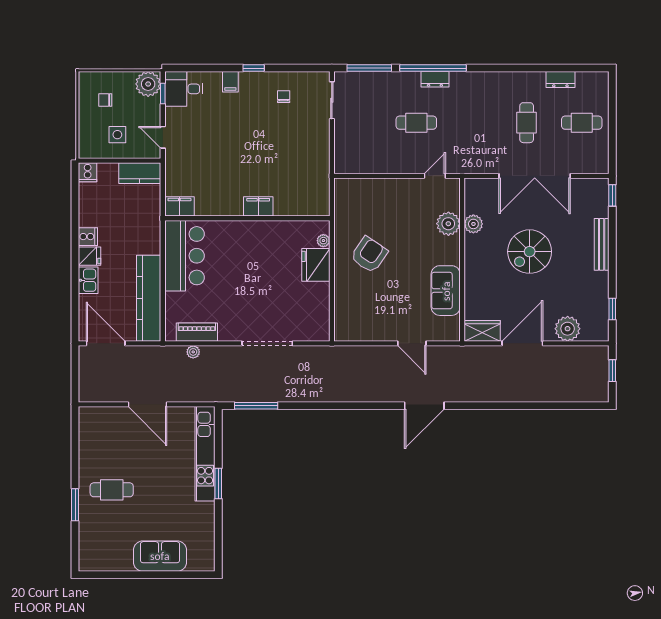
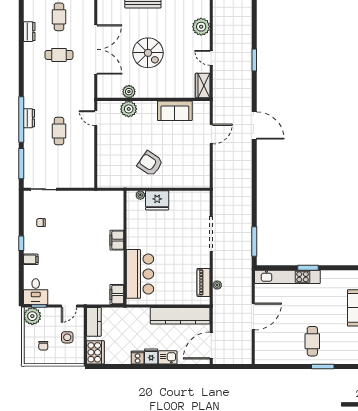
cooker: (88, 172) -> (95, 352), width x1.87, depth x1.31
bar counter: (184, 256) -> (140, 274), moved, turned 90
door: (522, 343) -> (211, 58), width x0.53
window: (519, 406) -> (254, 60), added

